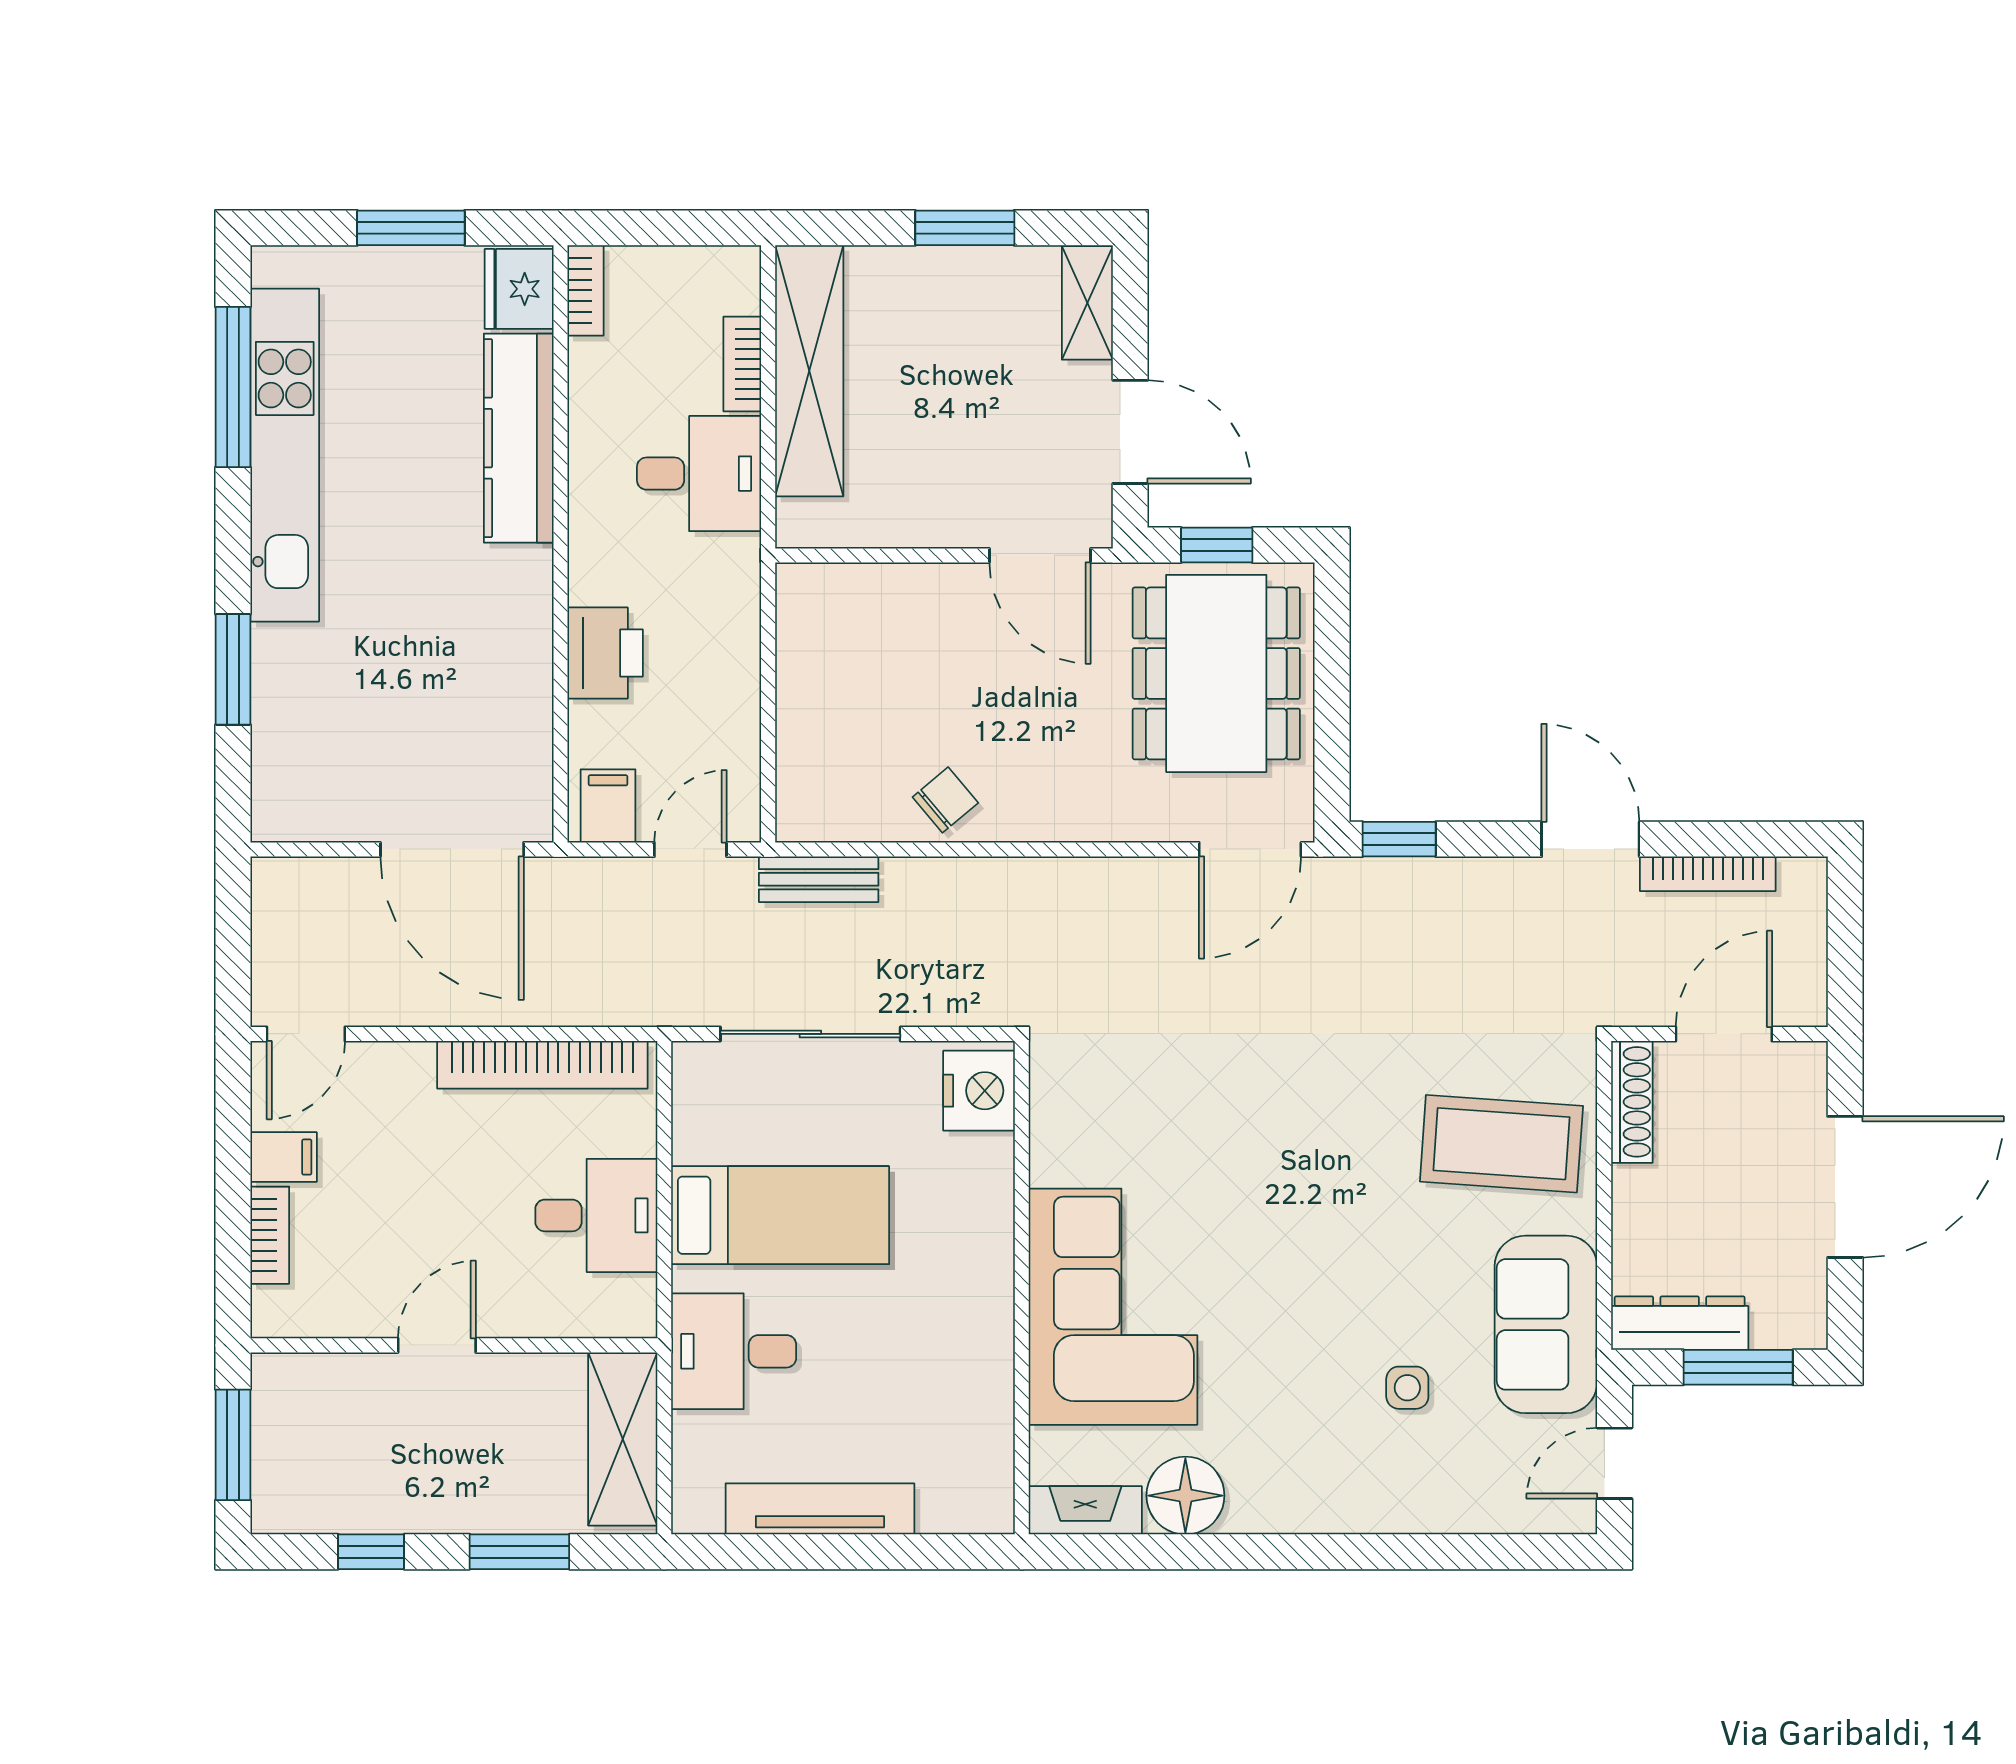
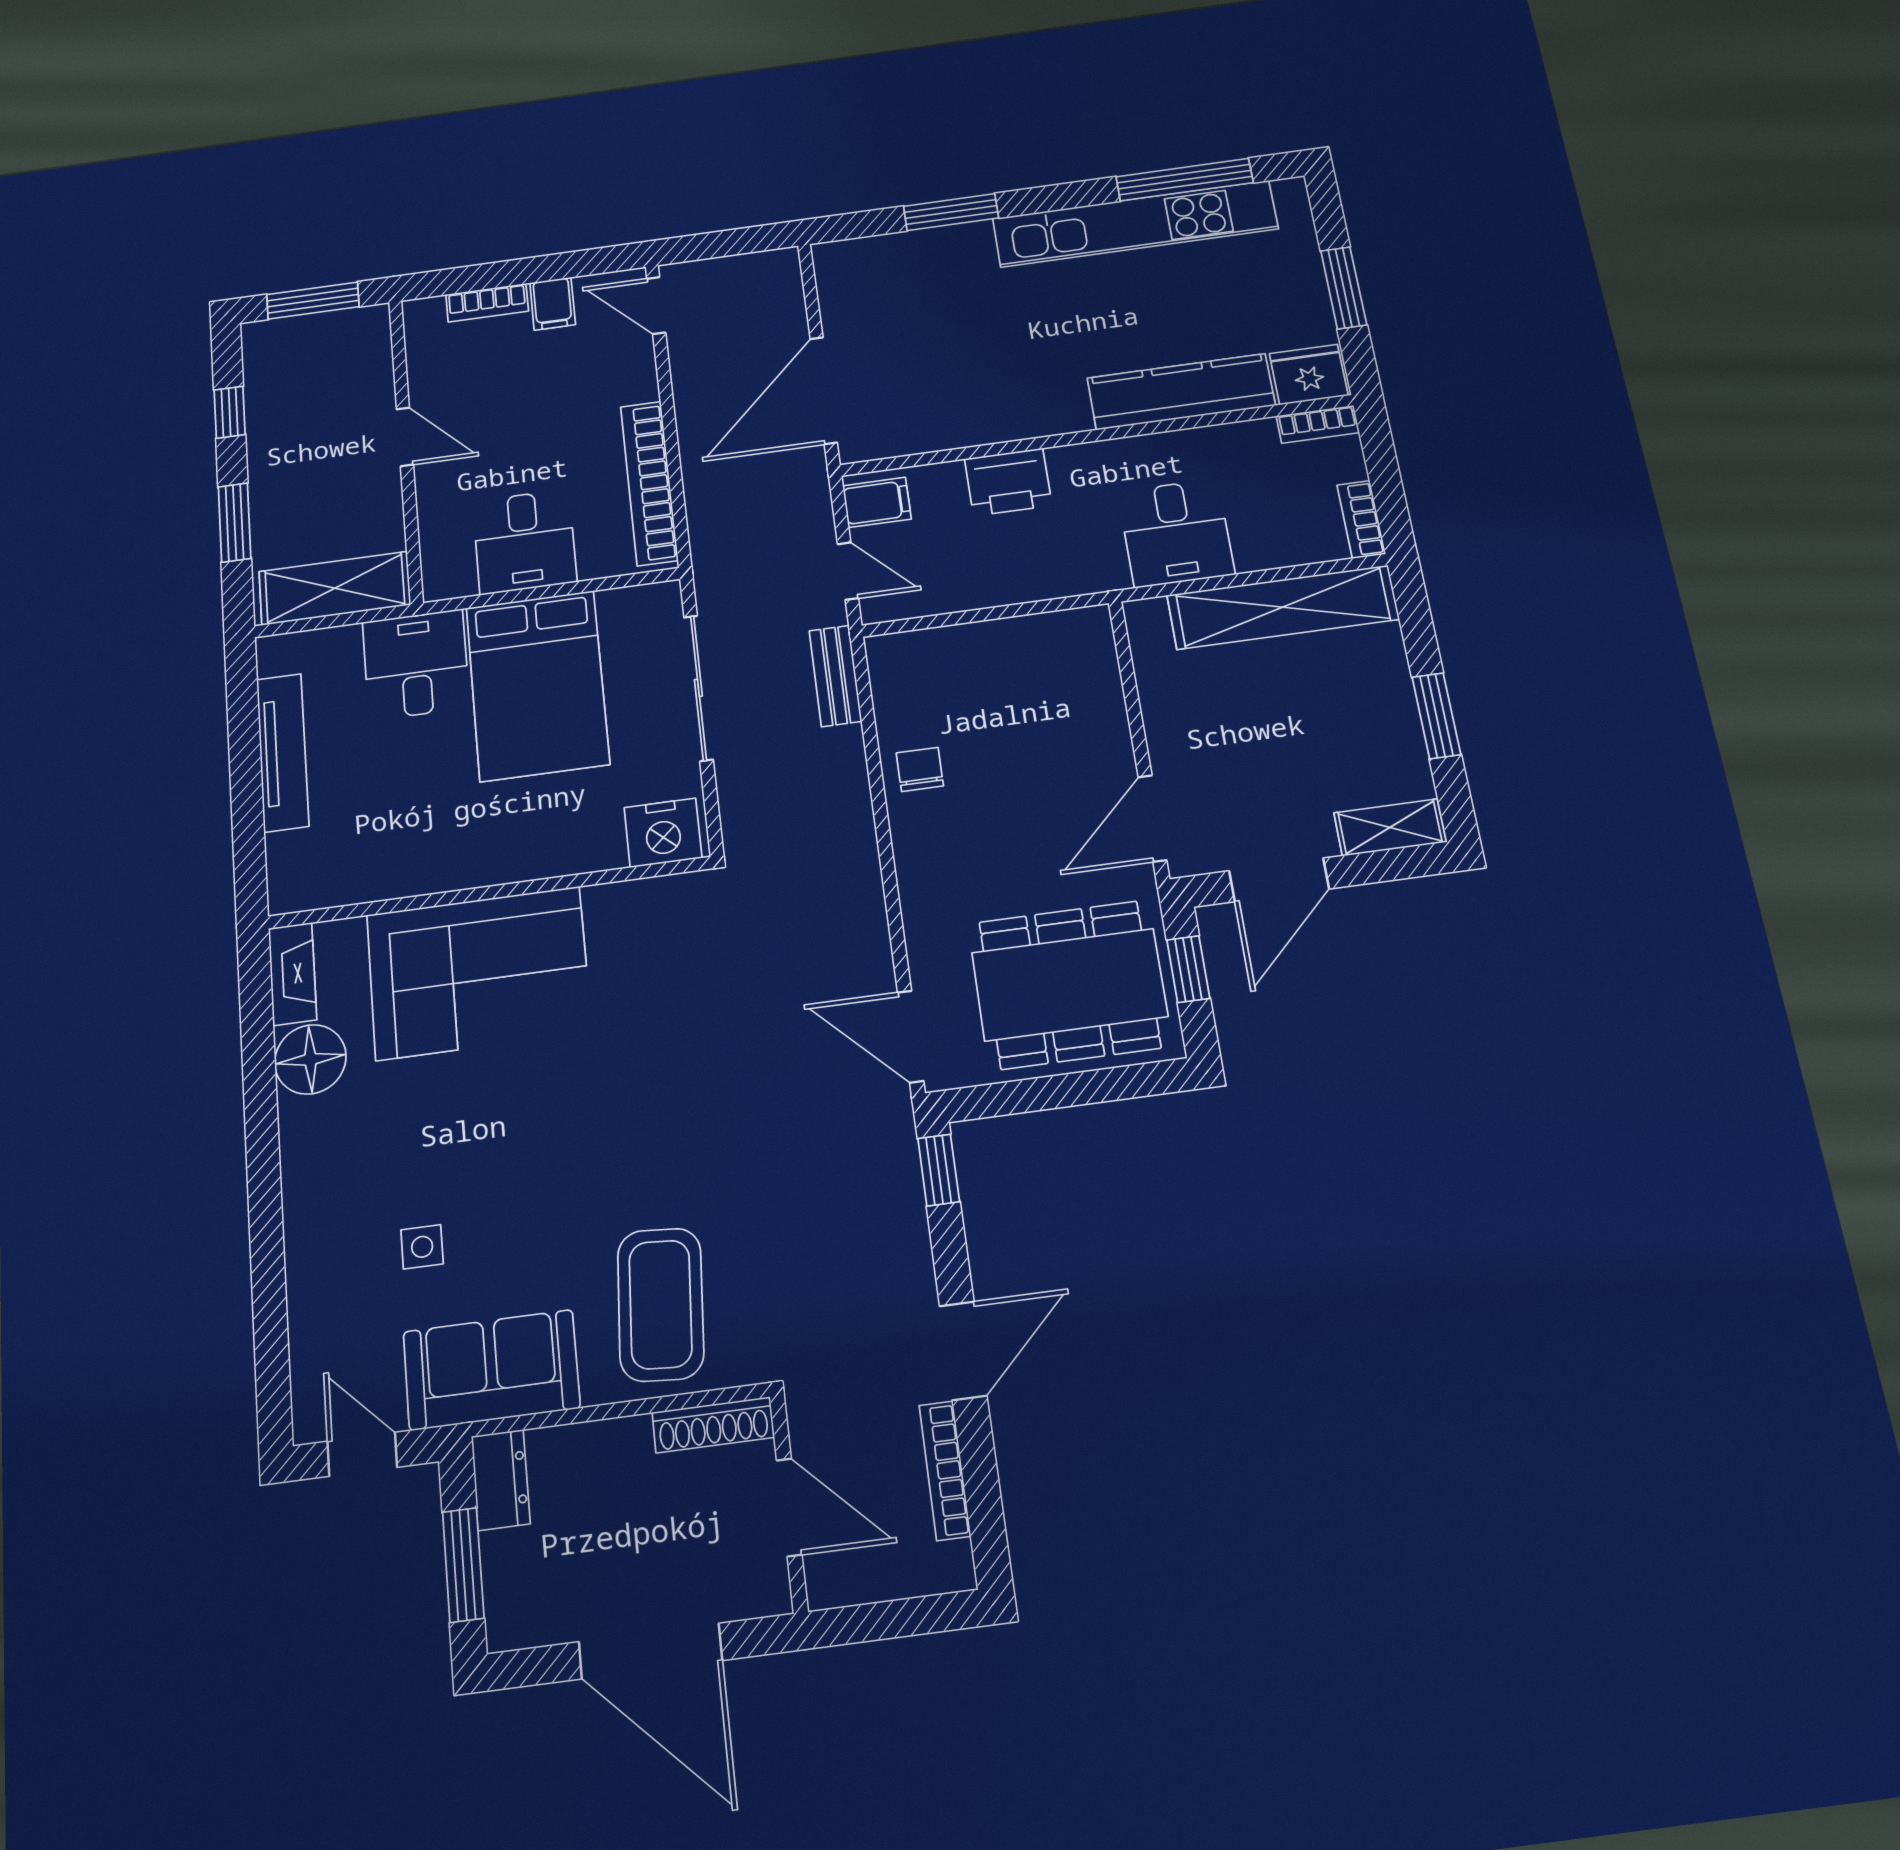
bookcase: (742, 364) -> (1361, 519), moved, turned -90
chair: (945, 800) -> (920, 769), turned -140
bed: (780, 1215) -> (537, 685), width x1.50
dresser: (1680, 1323) -> (501, 1480), width x0.70

